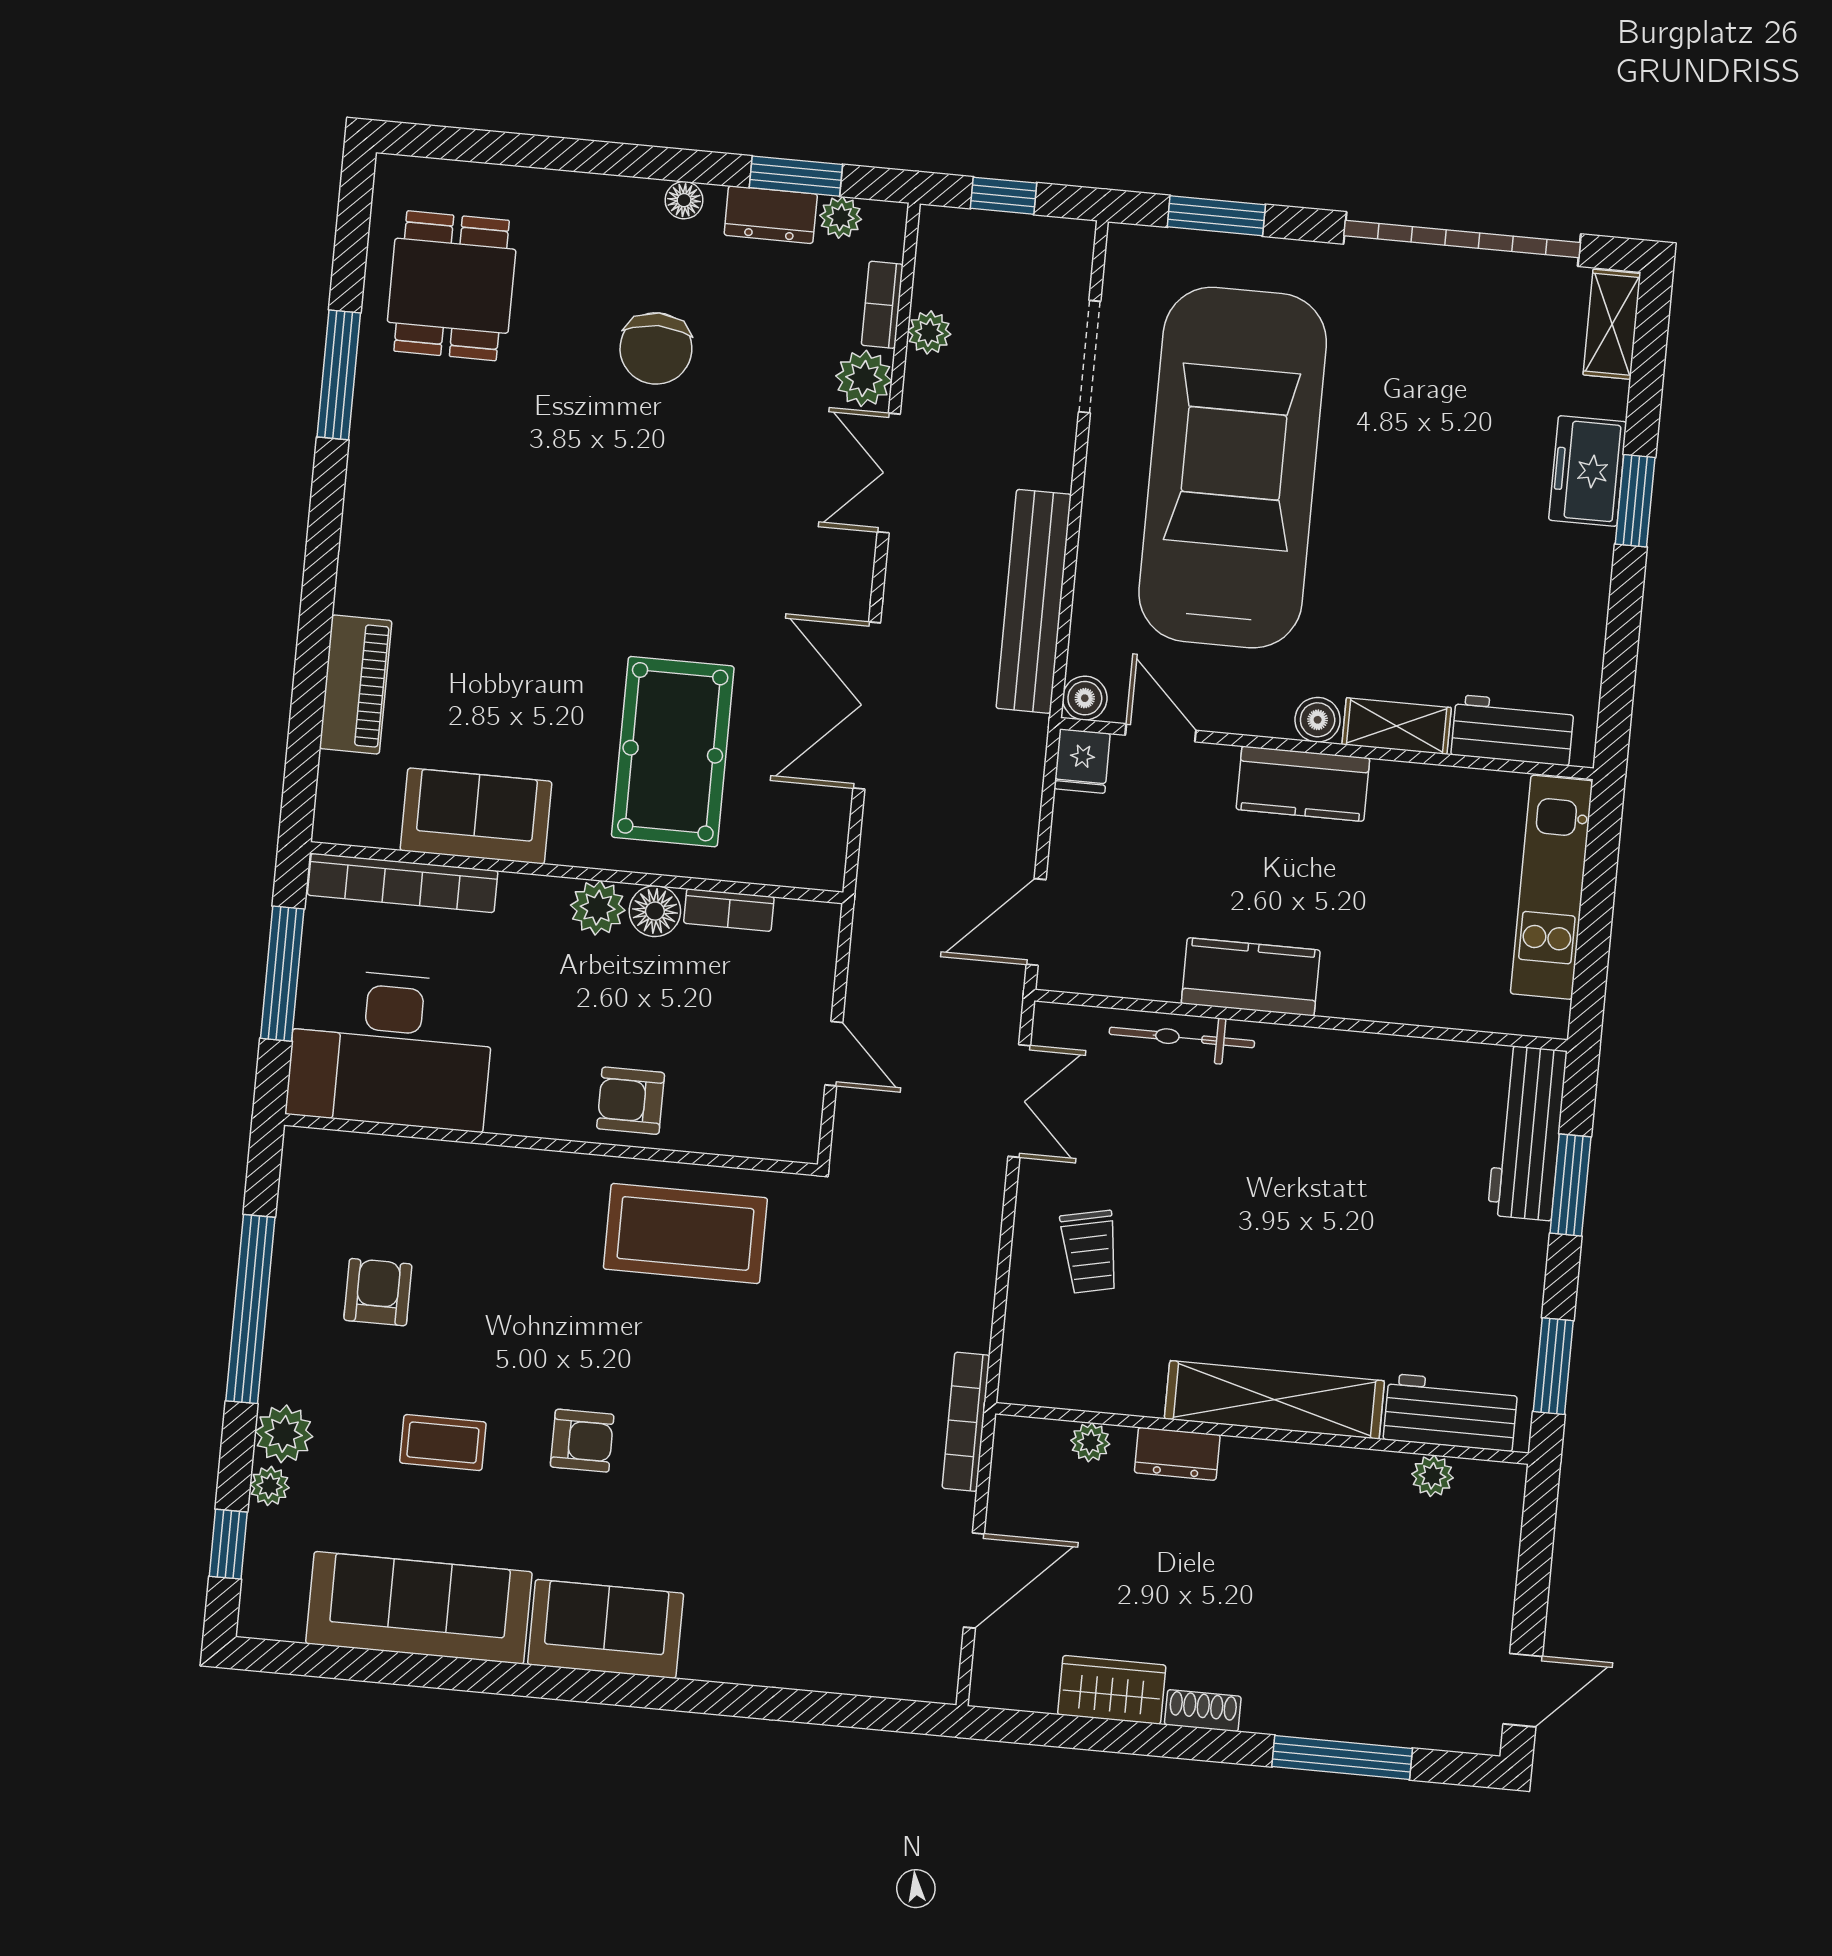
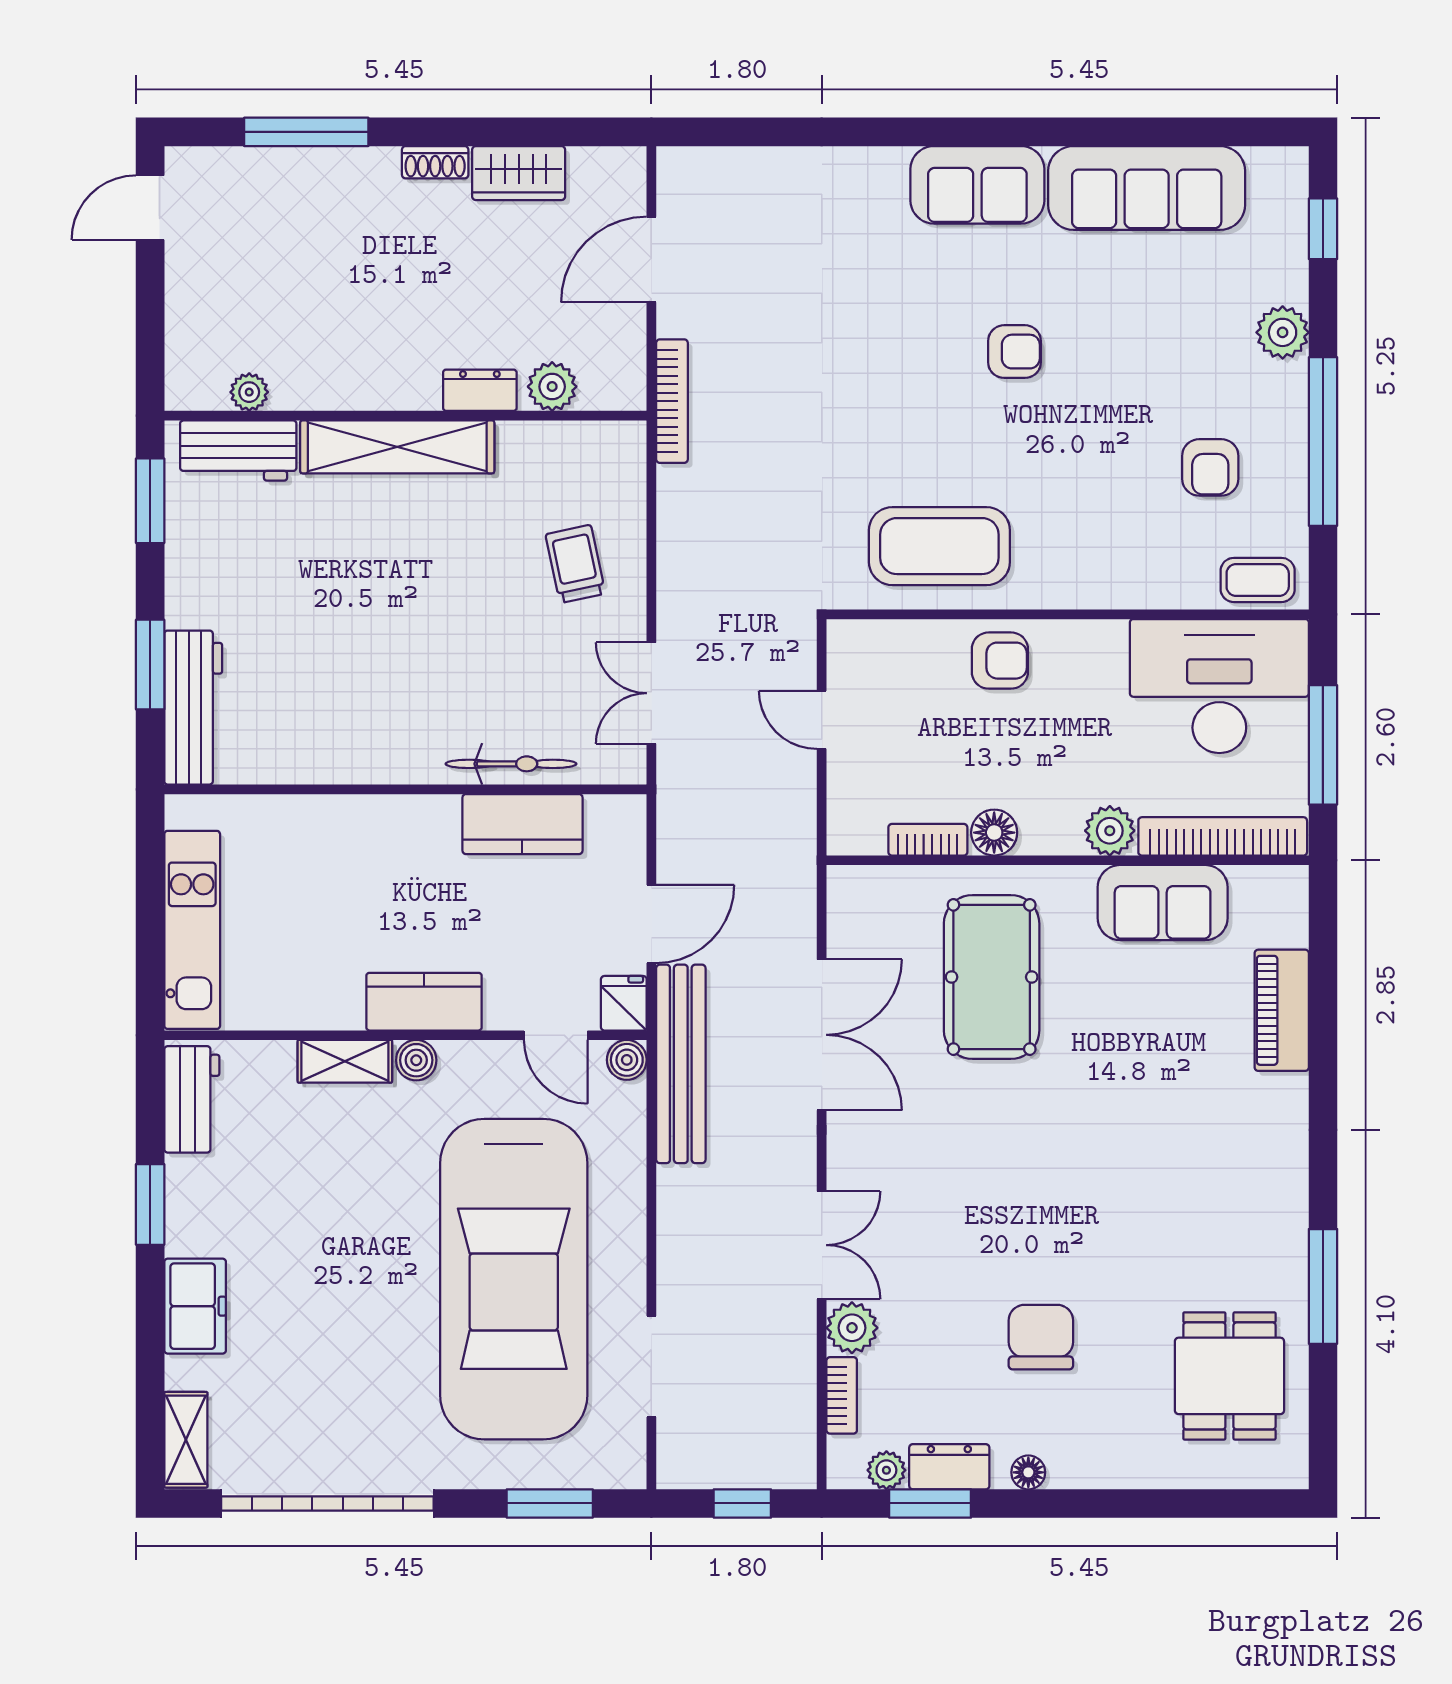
plant: (929, 332) -> (797, 1375), removed
window: (1635, 501) -> (150, 1204), moved
bench: (1034, 601) -> (681, 1064), moved
workbench: (1513, 730) -> (192, 1099), moved, turned -90
plant: (598, 908) -> (1110, 831), moved
door: (1036, 922) -> (651, 924), moved
kitchen counter: (1251, 977) -> (522, 824), moved
armchair: (582, 1441) -> (1015, 352), turned 180
plant: (1090, 1442) -> (552, 387), width x1.38, depth x1.38
coffee table: (443, 1443) -> (1258, 580), moved
plant: (270, 1486) -> (1291, 284), removed

